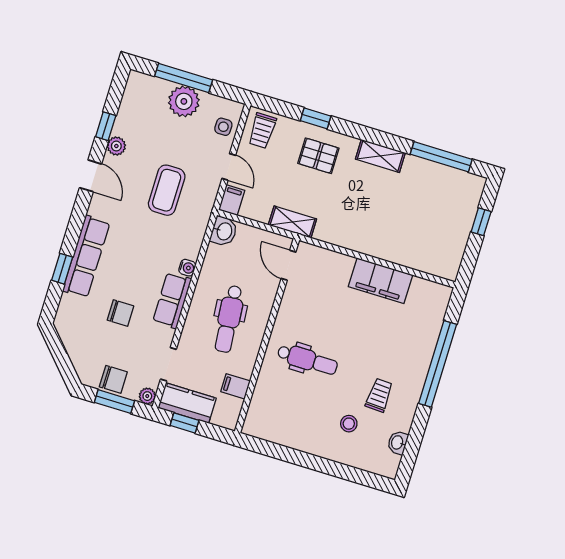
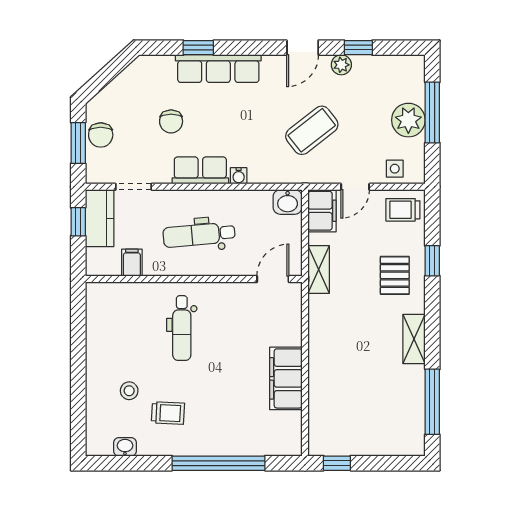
coffee table: (167, 190) -> (312, 130), turned -38
filing cabinet: (232, 200) -> (322, 211), width x2.00
window: (481, 222) -> (337, 463), moved
plant: (147, 396) -> (94, 175), removed

